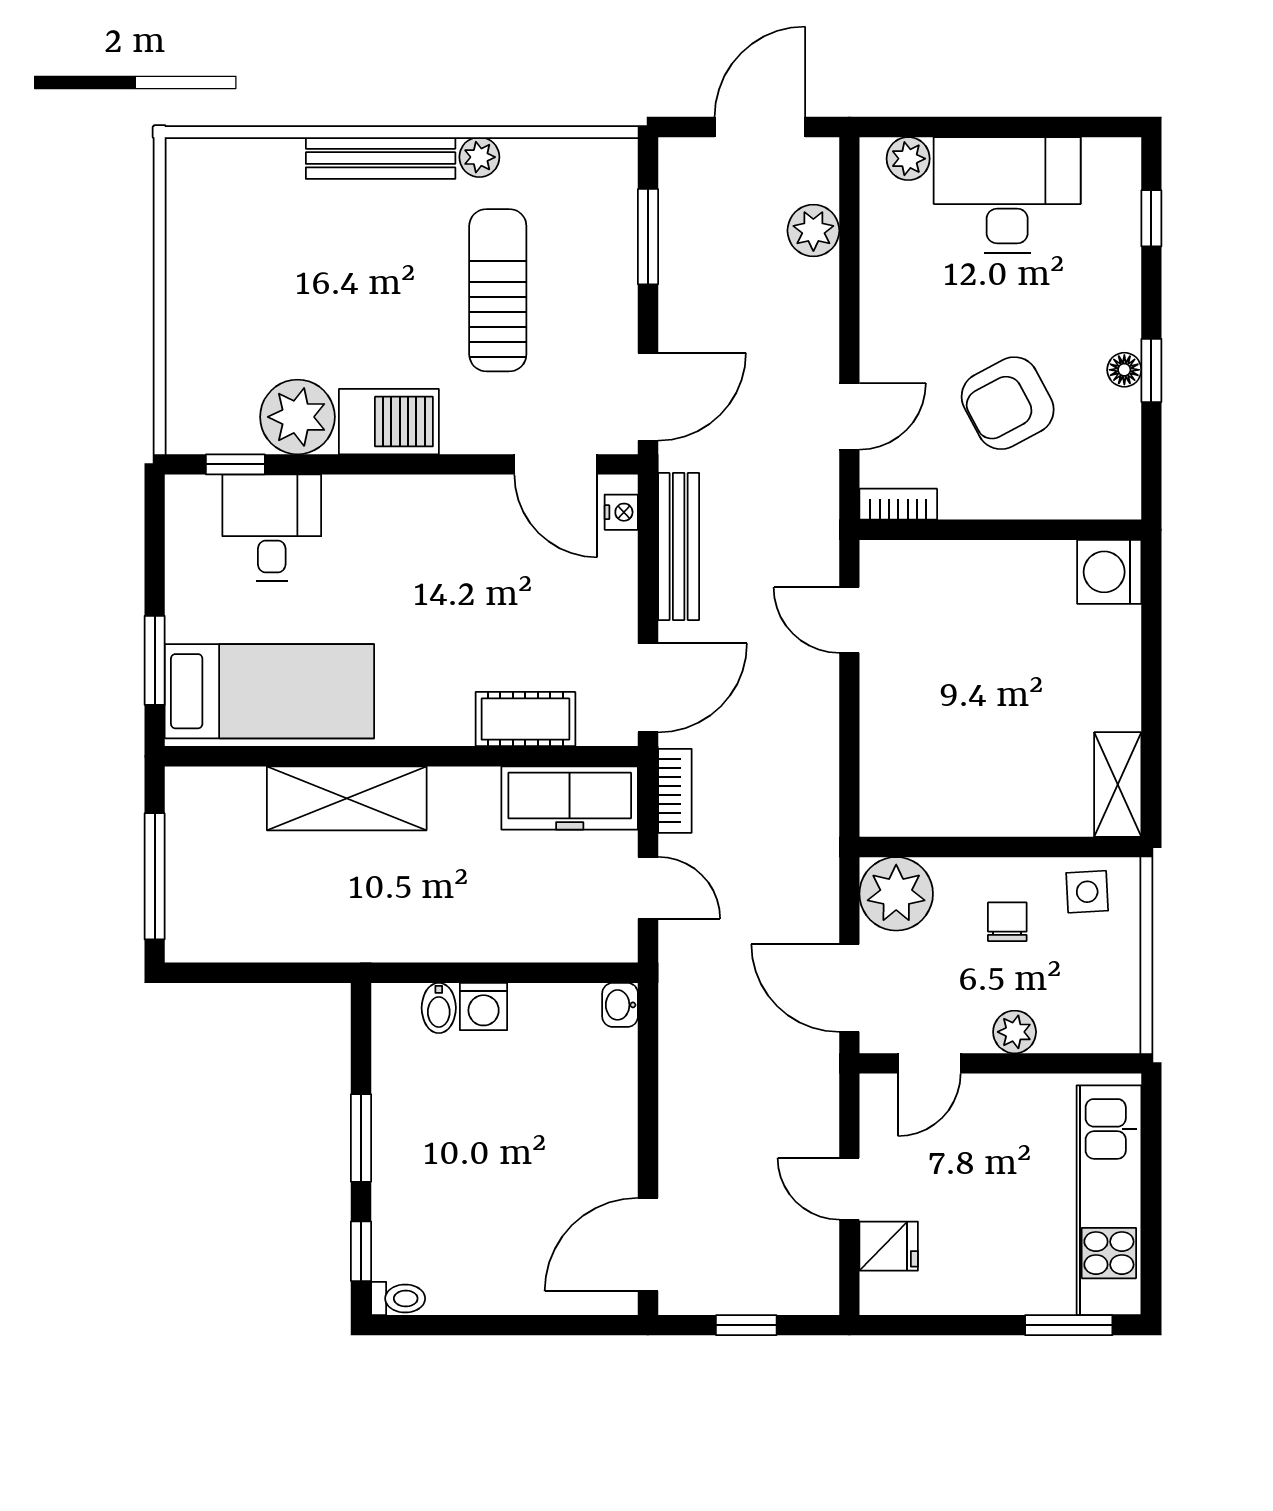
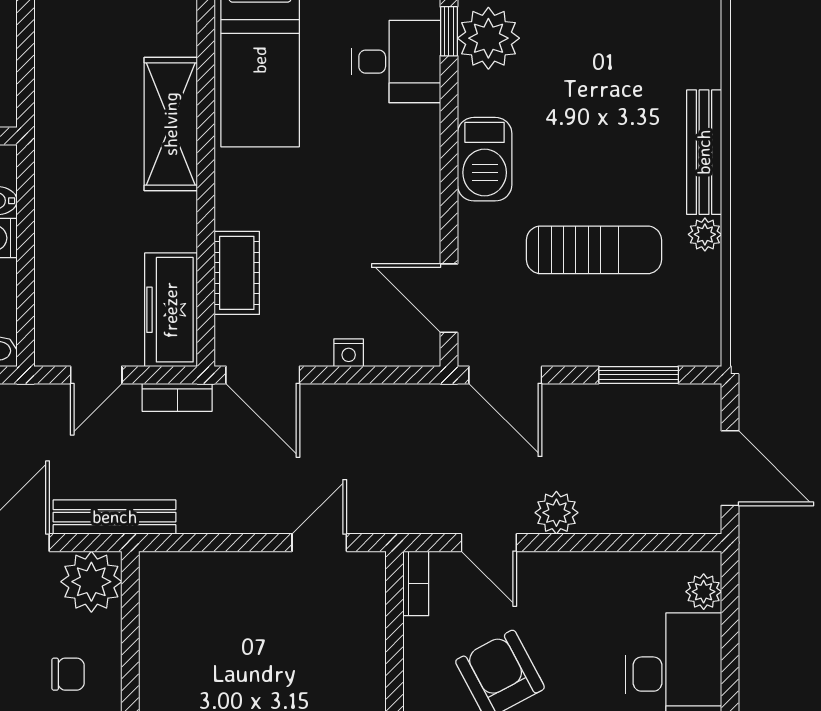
plant: (813, 231) -> (556, 513), moved
plant: (297, 417) -> (488, 38), moved
door: (556, 464) -> (449, 298), hinge flipped
nightstand: (621, 512) -> (349, 353), moved
bench: (679, 546) -> (115, 517), moved

